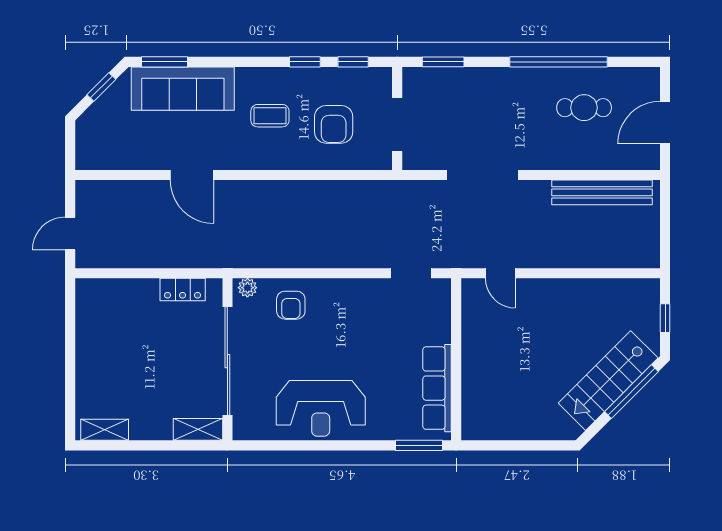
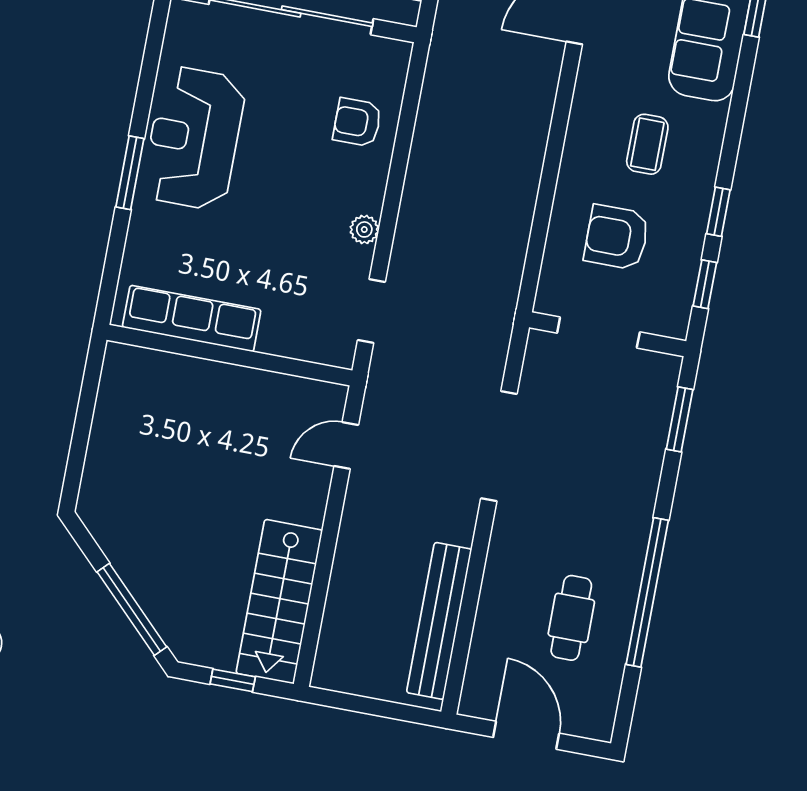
plant: (247, 288) -> (364, 229), moved
stairs: (608, 381) -> (279, 602), moved, turned -135
window: (419, 445) -> (130, 173), moved

